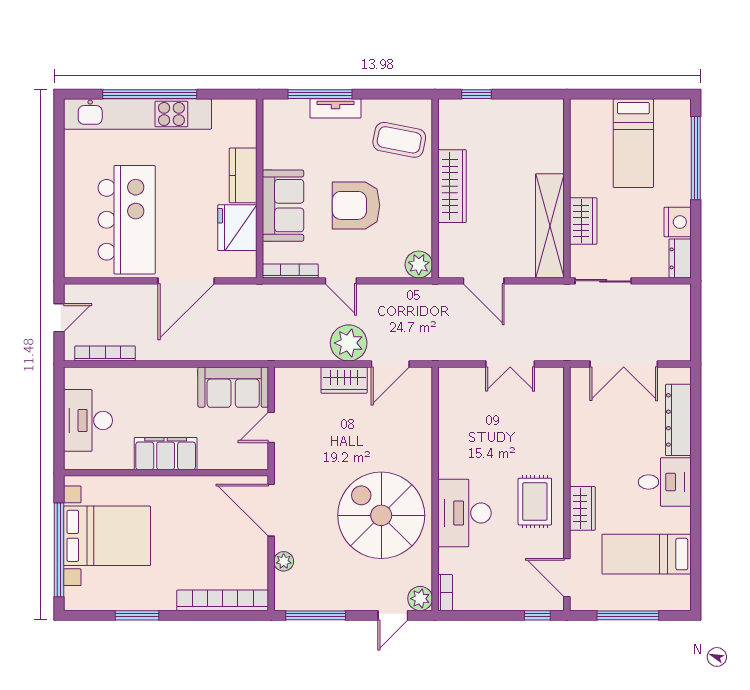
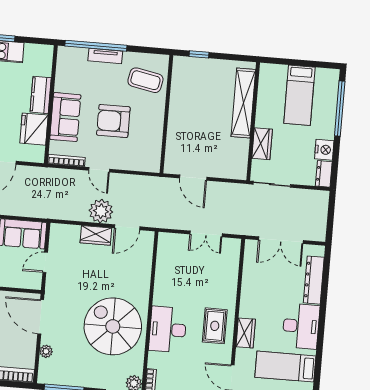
window: (320, 94) -> (96, 46), width x1.46
wardrobe: (452, 186) -> (178, 114), removed
shelving: (550, 226) -> (243, 103), moved
plant: (419, 264) -> (151, 163), removed
desk: (665, 482) -> (301, 326), width x1.37

